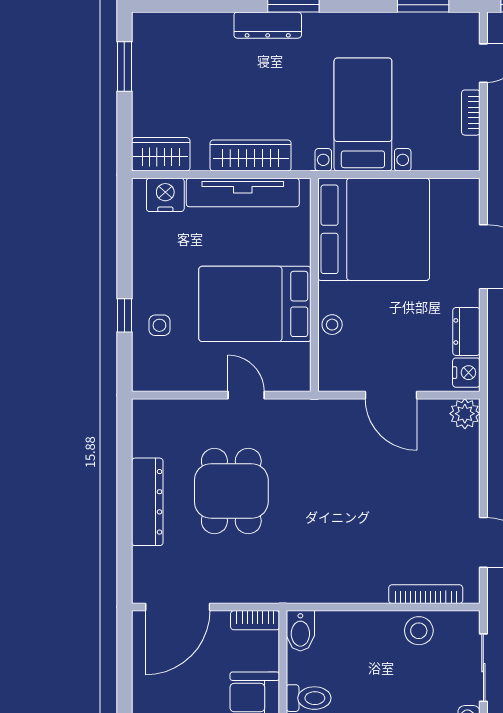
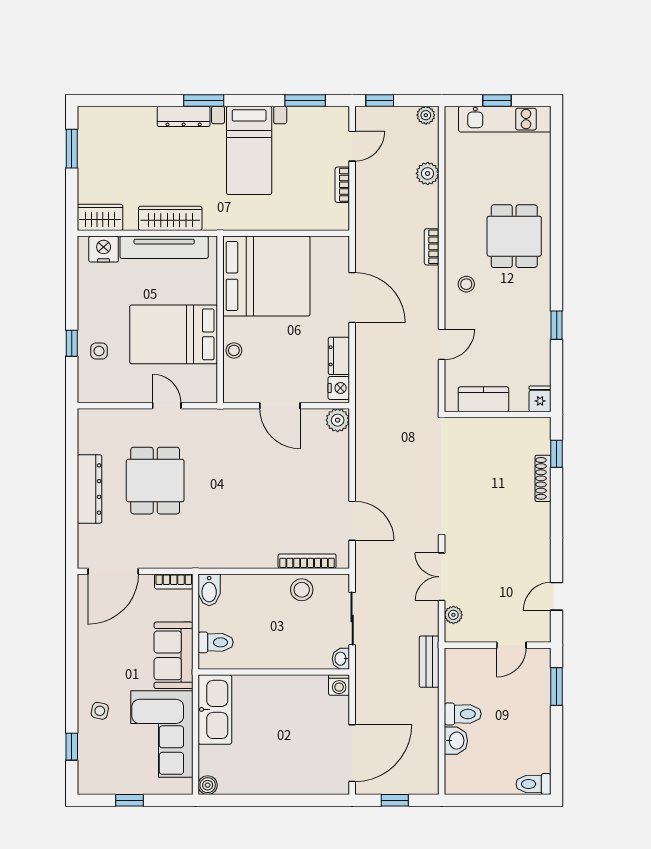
bed with nightstands: (363, 115) -> (249, 150), moved, turned 180

